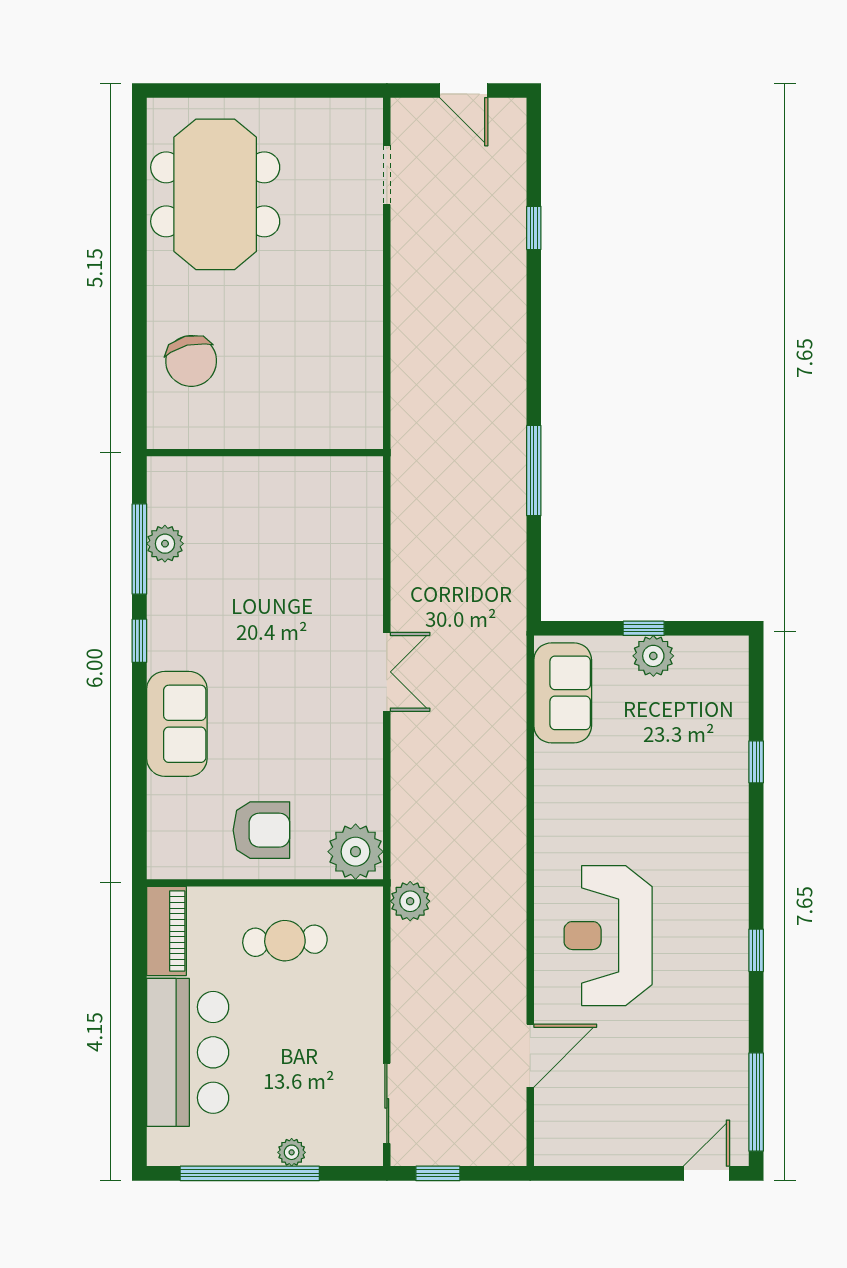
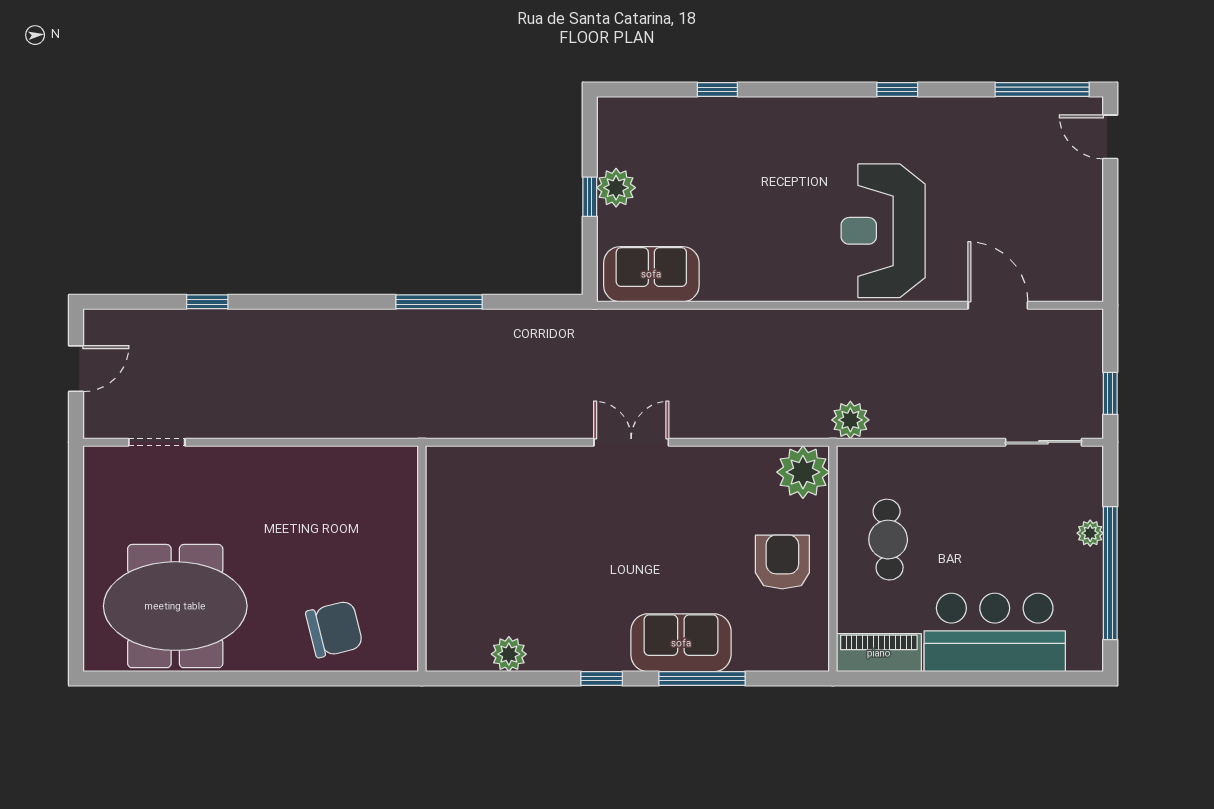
window: (139, 549) -> (702, 679), moved
reception desk: (608, 936) -> (883, 231), turned 90

